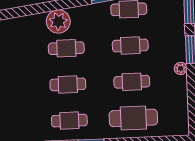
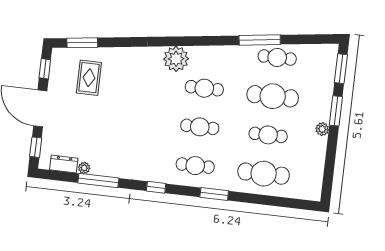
plant: (58, 21) -> (176, 59), moved
cafe table: (130, 46) -> (273, 96), width x1.37, depth x1.35

